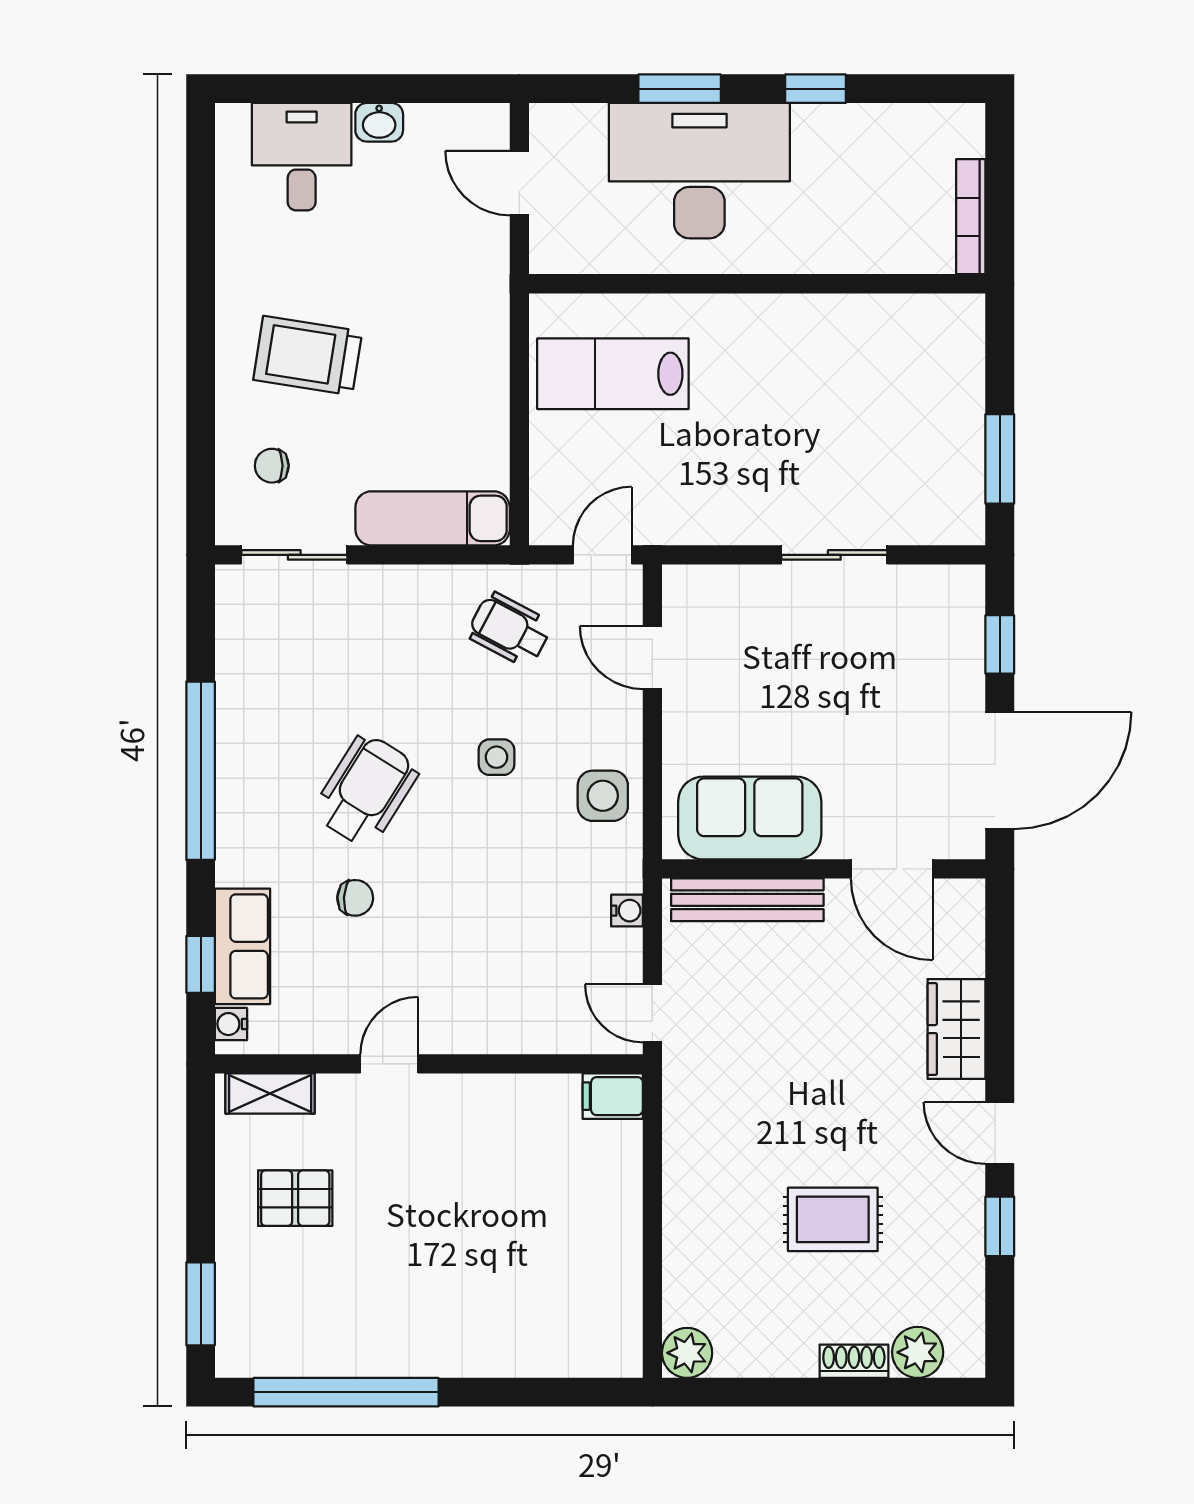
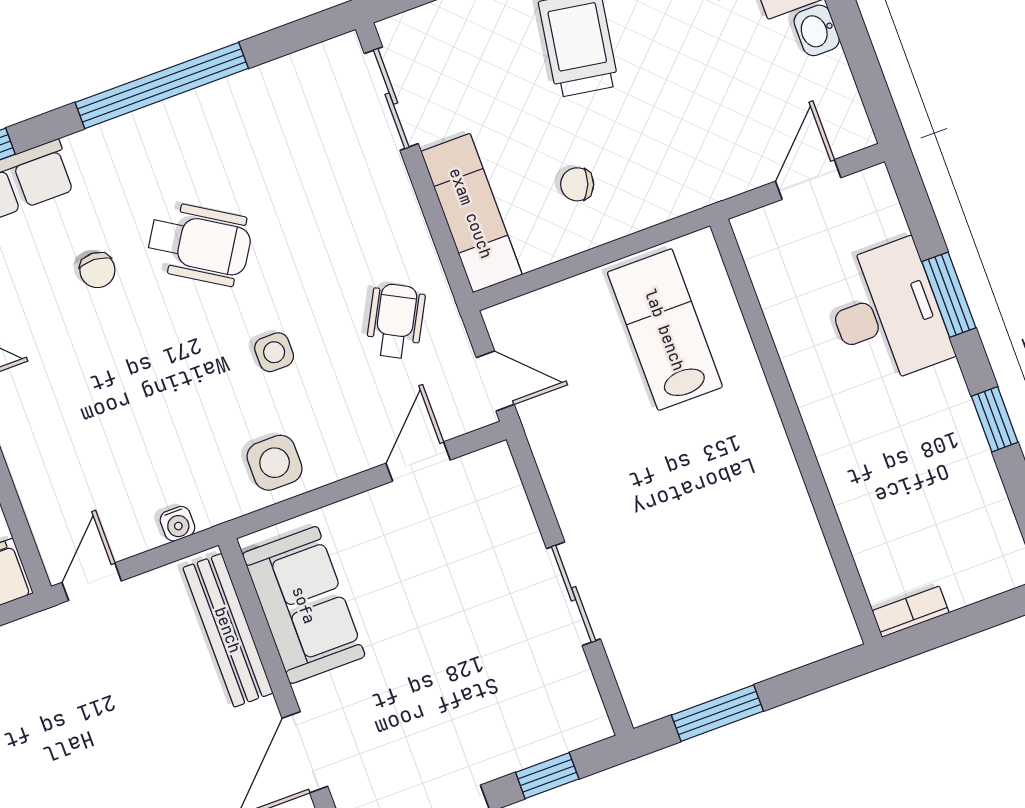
desk: (699, 171) -> (886, 313), width x0.73, depth x0.77
bookcase: (971, 217) -> (911, 612), width x0.64
chair: (272, 466) -> (577, 184), moved, turned -69

